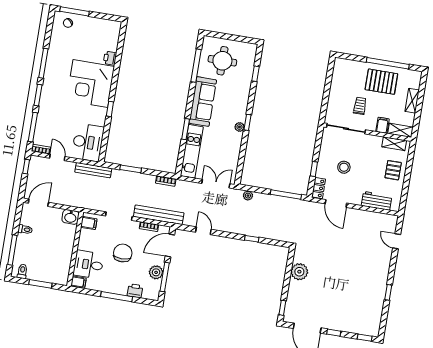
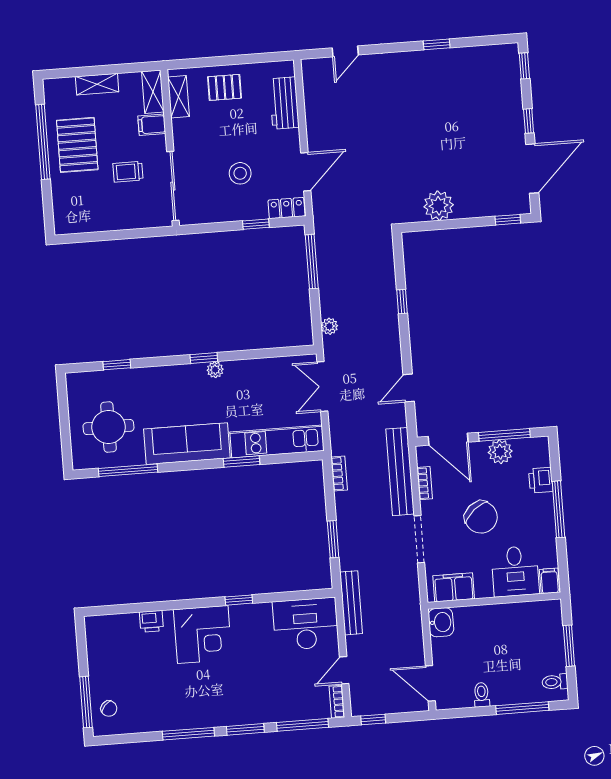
corner desk: (90, 84) -> (203, 634), width x0.74, depth x0.74
filing cabinet: (89, 223) -> (454, 587), width x2.00
chair: (123, 253) -> (481, 517), turned -130

